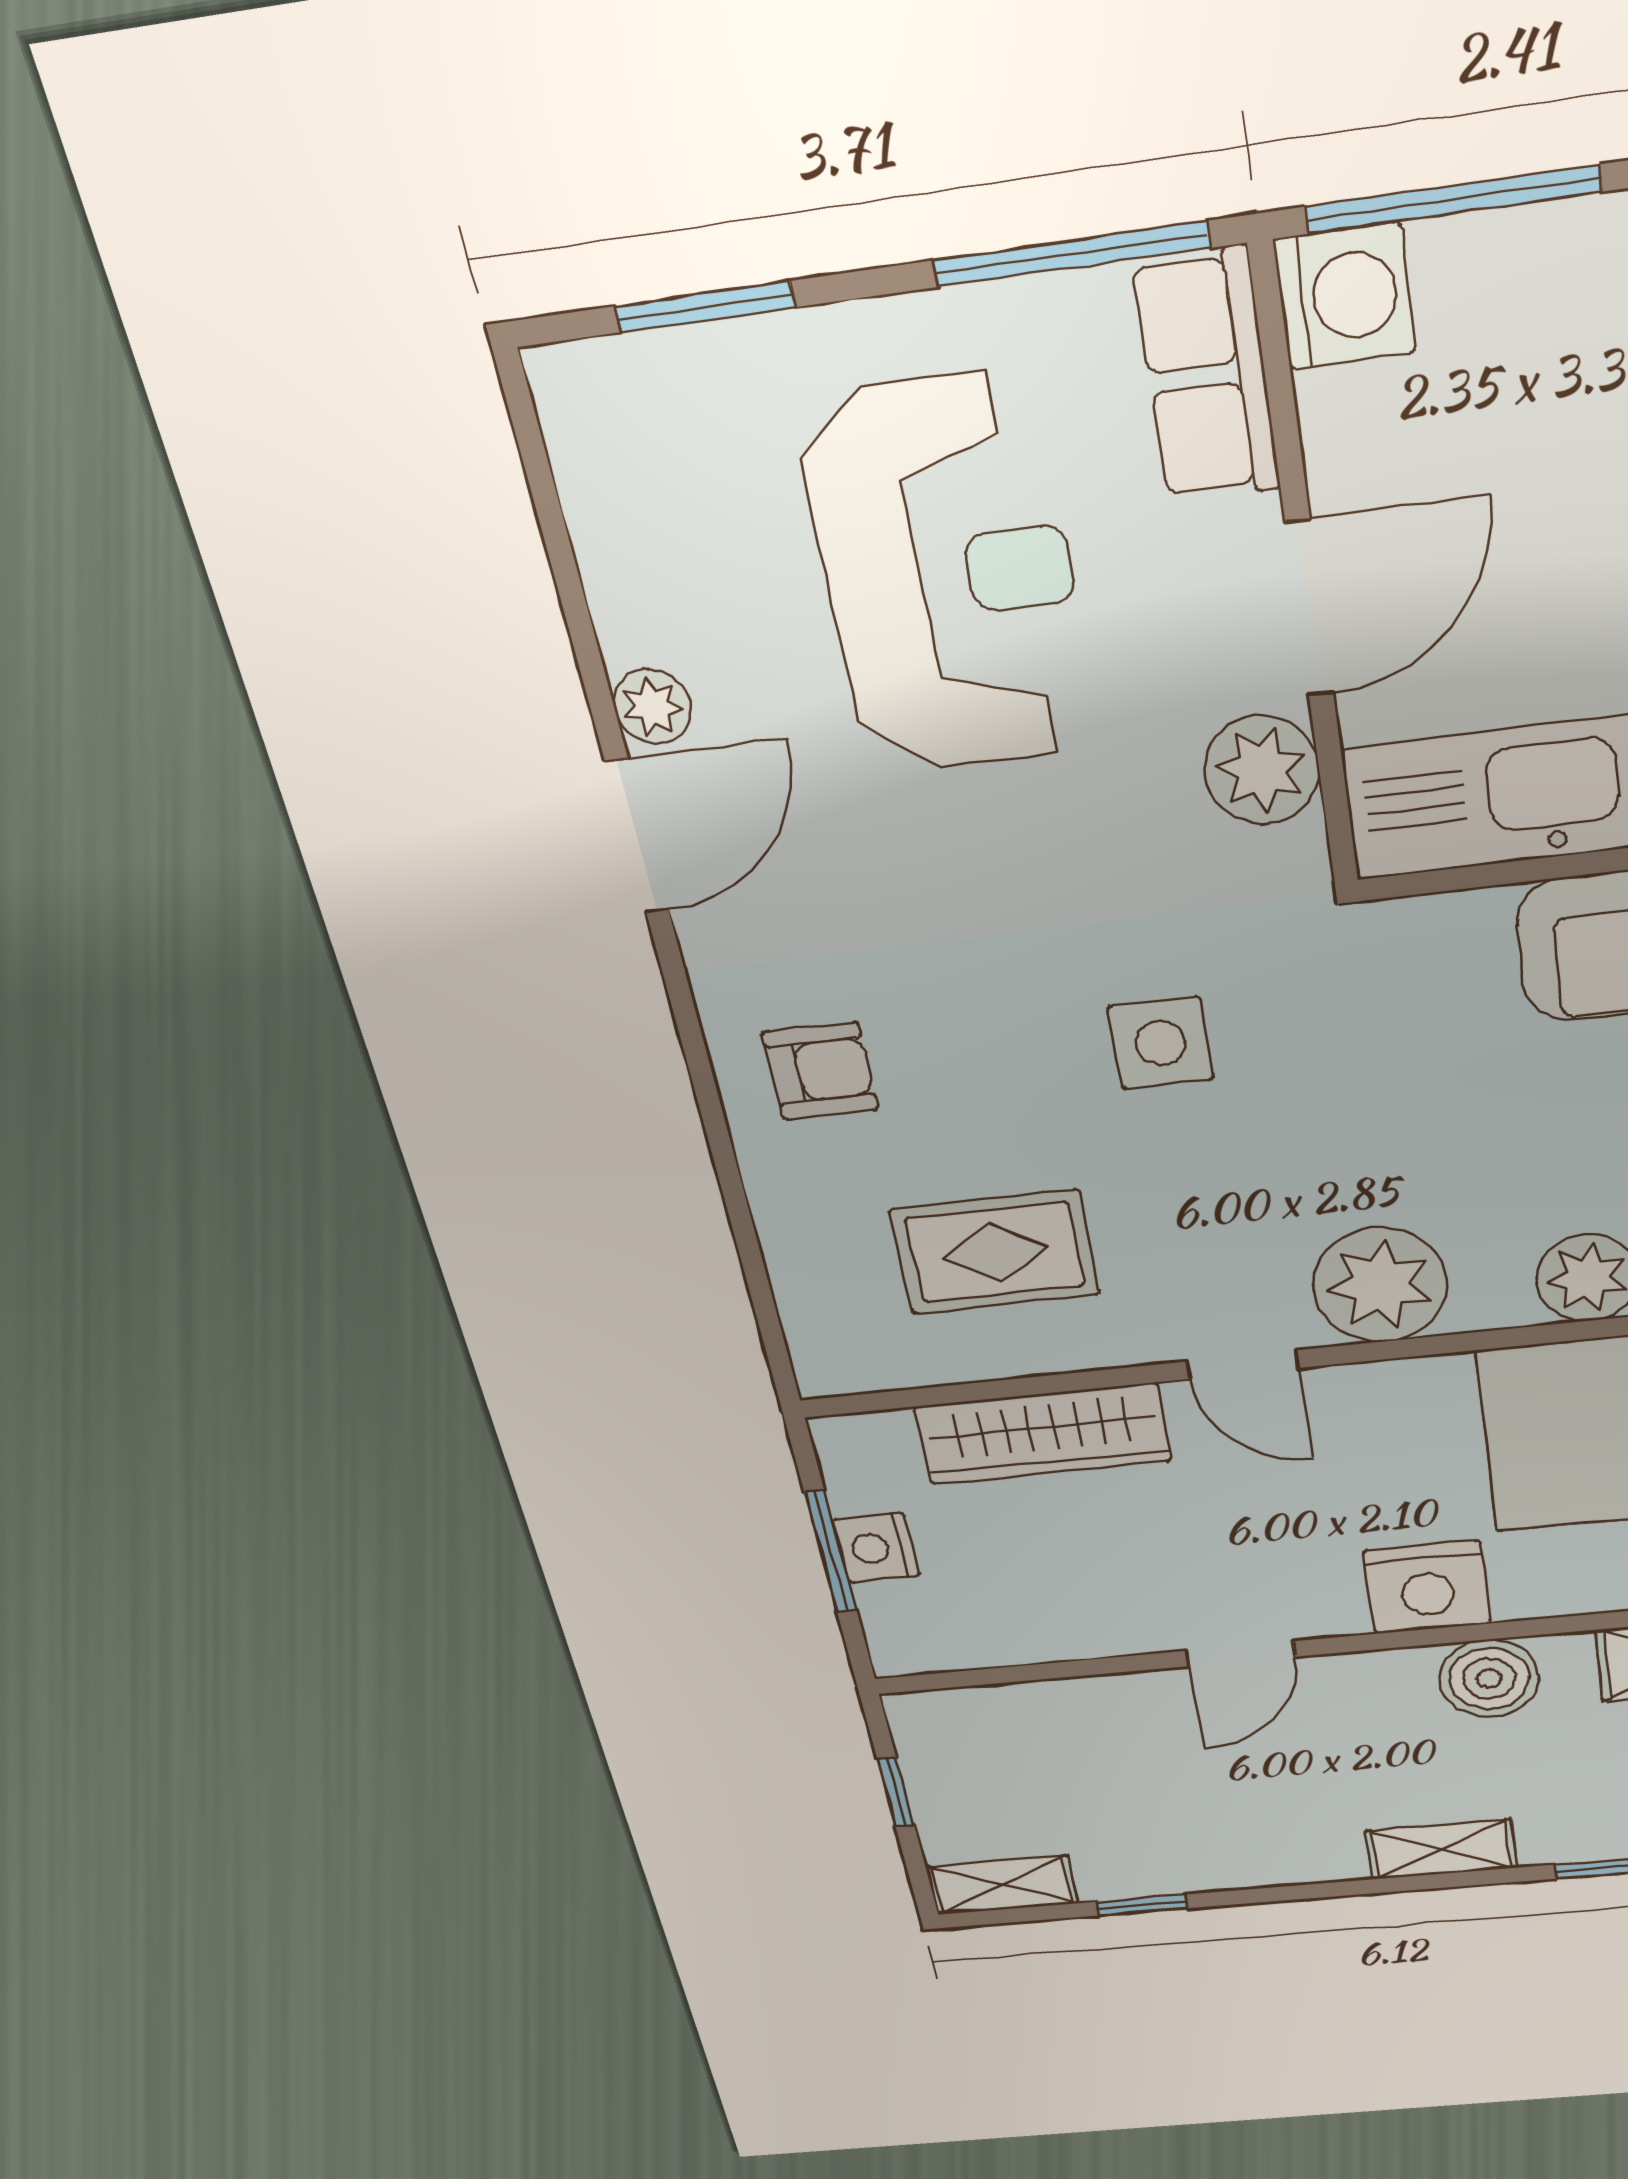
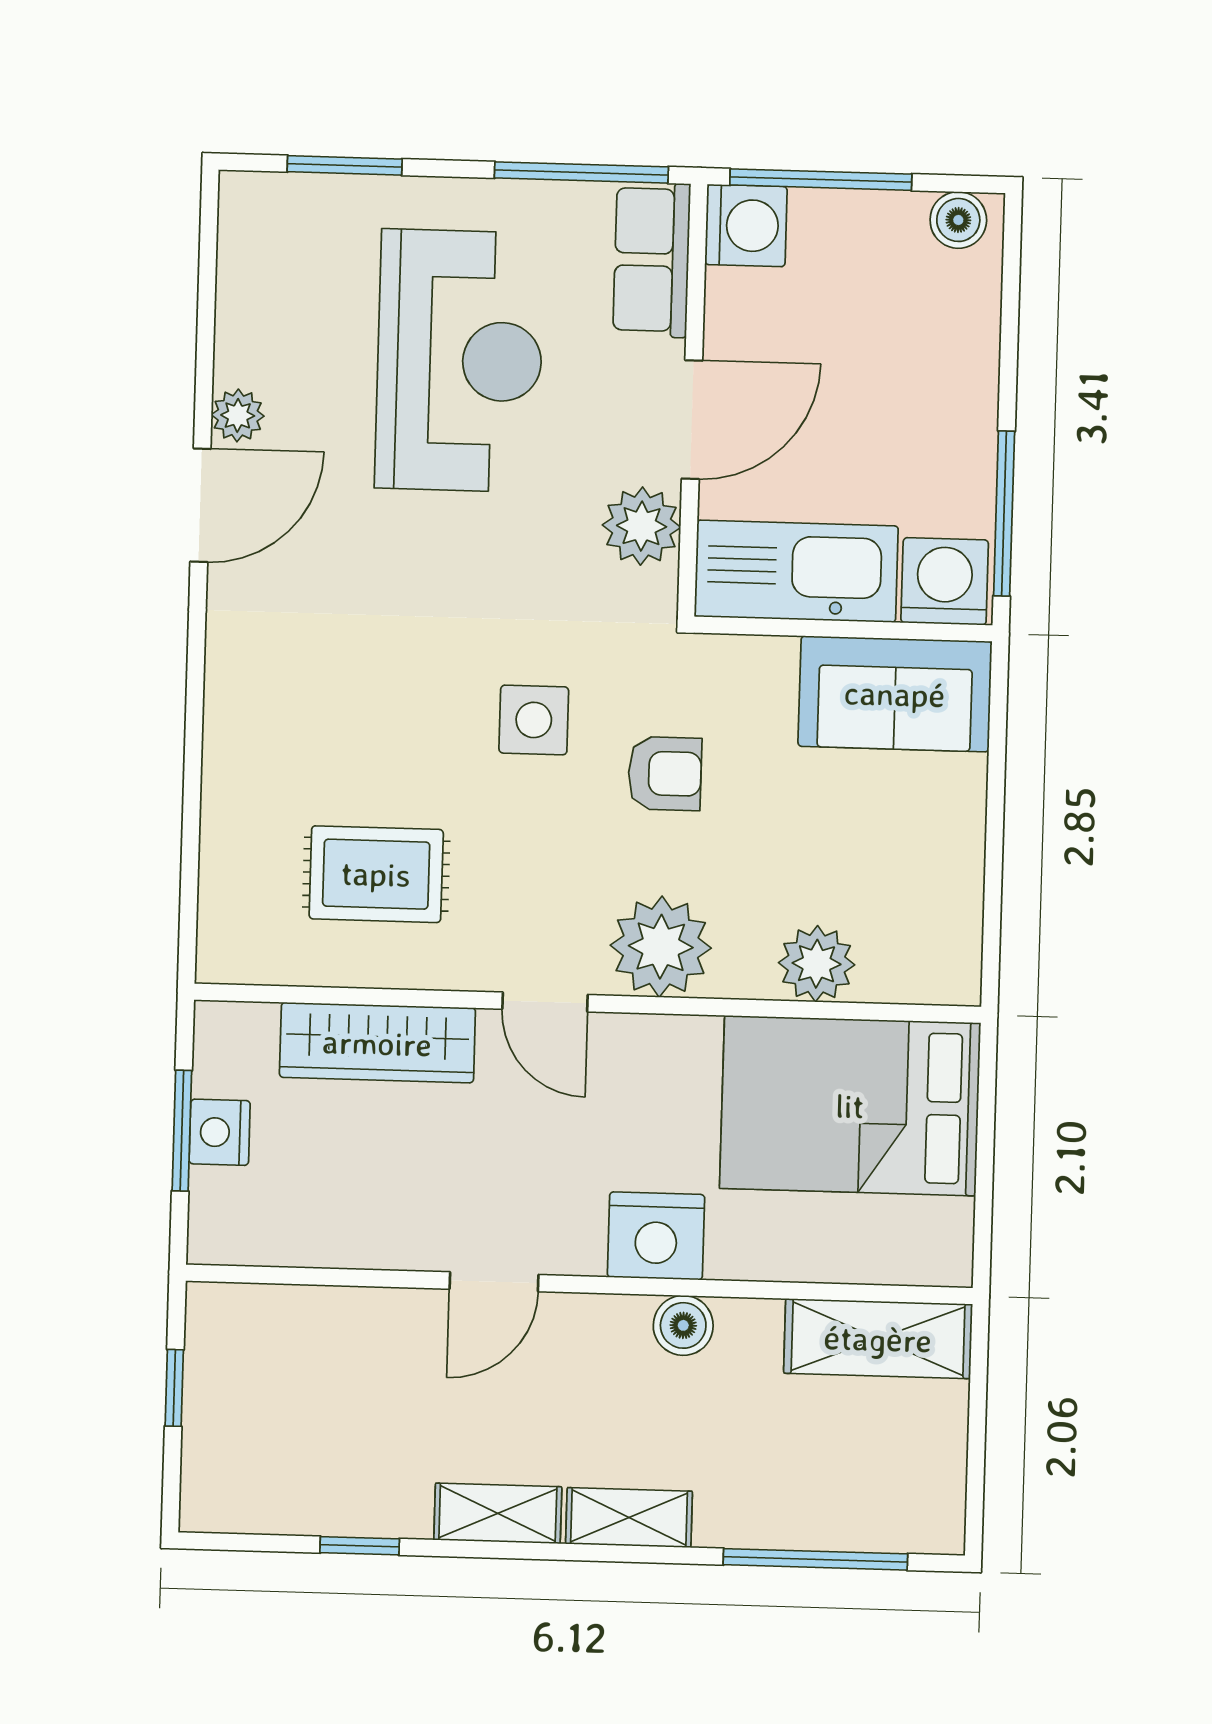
armchair: (820, 1071) -> (665, 773), moved
boiler: (1489, 1678) -> (683, 1325), width x0.73, depth x0.73
shelving: (1002, 1885) -> (498, 1513), moved

